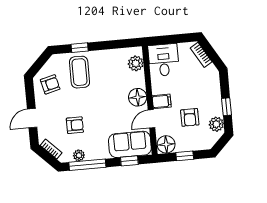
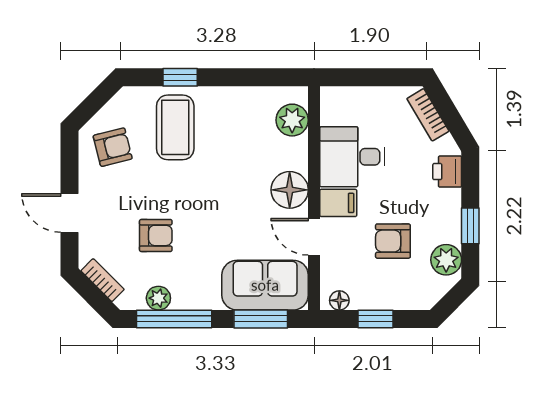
desk: (164, 60) -> (352, 157), moved, turned -90
printer: (213, 81) -> (447, 172), added
armchair: (190, 117) -> (393, 241), turned 90
door: (32, 118) -> (69, 213), hinge flipped
door: (151, 119) -> (314, 237), hinge flipped
floor lamp: (166, 144) -> (339, 300), width x0.53, depth x0.53
window: (129, 161) -> (261, 319), width x1.50

